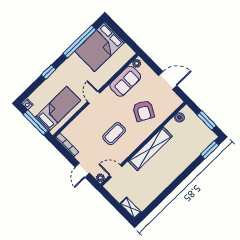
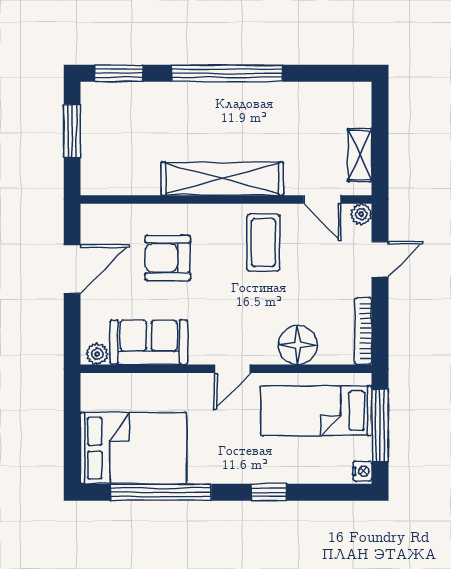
door: (168, 81) -> (72, 269), swing flipped
armchair: (143, 111) -> (168, 258), turned -118
boiler: (179, 117) -> (116, 183), removed
floor lamp: (82, 122) -> (298, 345), added
coffee table: (114, 134) -> (263, 243), moved, turned 90
window: (178, 180) -> (227, 73), added
shelving: (131, 208) -> (360, 155), moved

